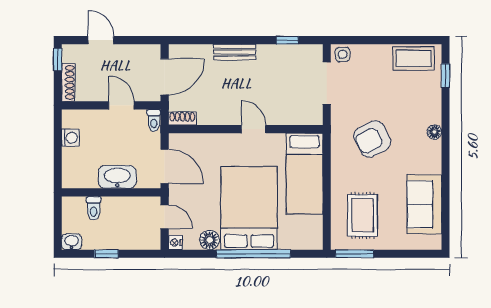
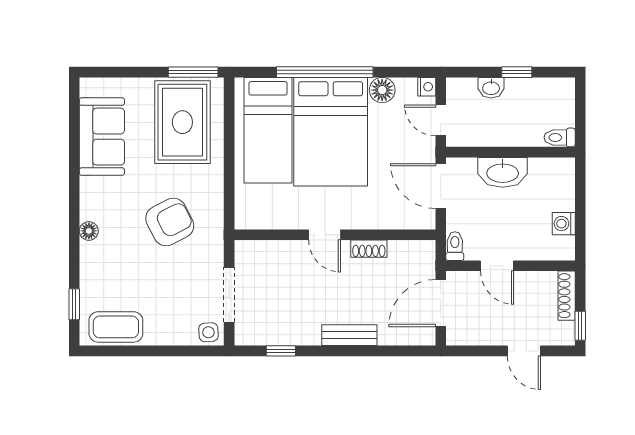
shoe rack: (182, 118) -> (369, 249), moved
bed: (305, 174) -> (268, 130), moved, turned 180
toilet: (94, 208) -> (560, 137), moved, turned -90
rug: (363, 215) -> (182, 122), width x1.36, depth x1.43
washbasin: (72, 242) -> (491, 88), moved

